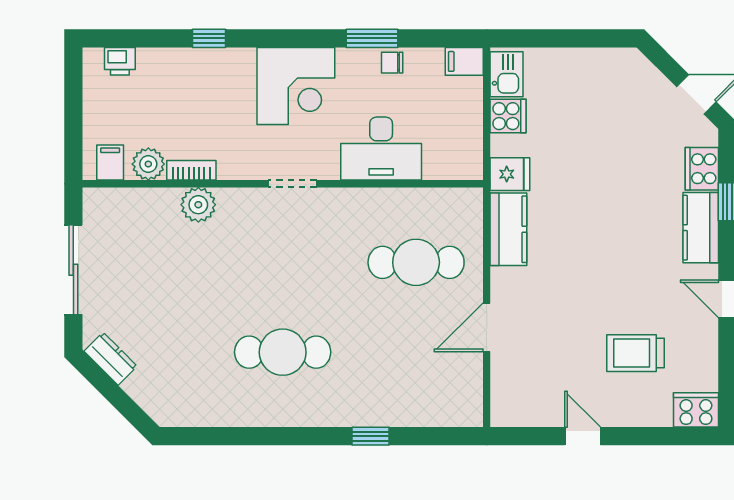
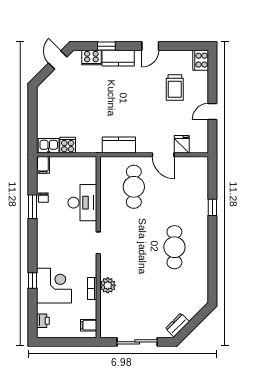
corner desk: (296, 86) -> (54, 286), moved
plant: (148, 164) -> (89, 308), removed
fridge: (510, 174) -> (182, 144), moved

